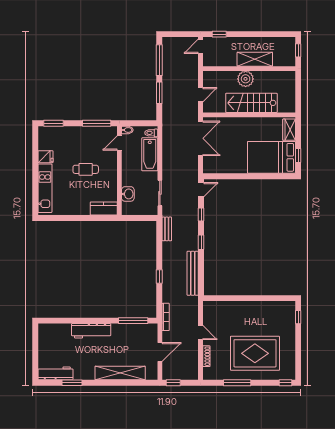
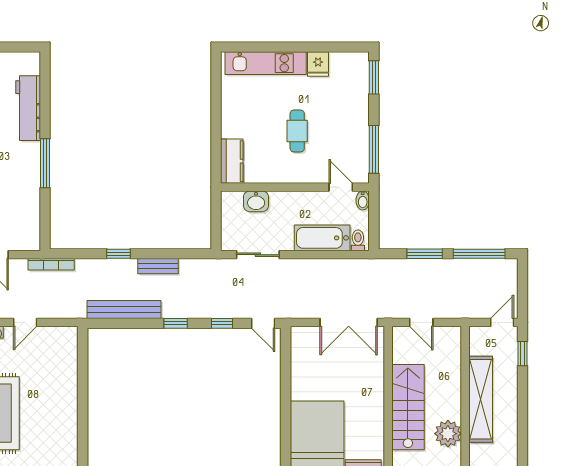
door: (200, 46) -> (502, 322), hinge flipped
shelving: (255, 59) -> (481, 399), width x1.47
plant: (246, 79) -> (448, 434), moved
bench: (167, 229) -> (158, 266), moved
window: (133, 321) -> (45, 163), moved
workbench: (91, 331) -> (28, 108), moved

